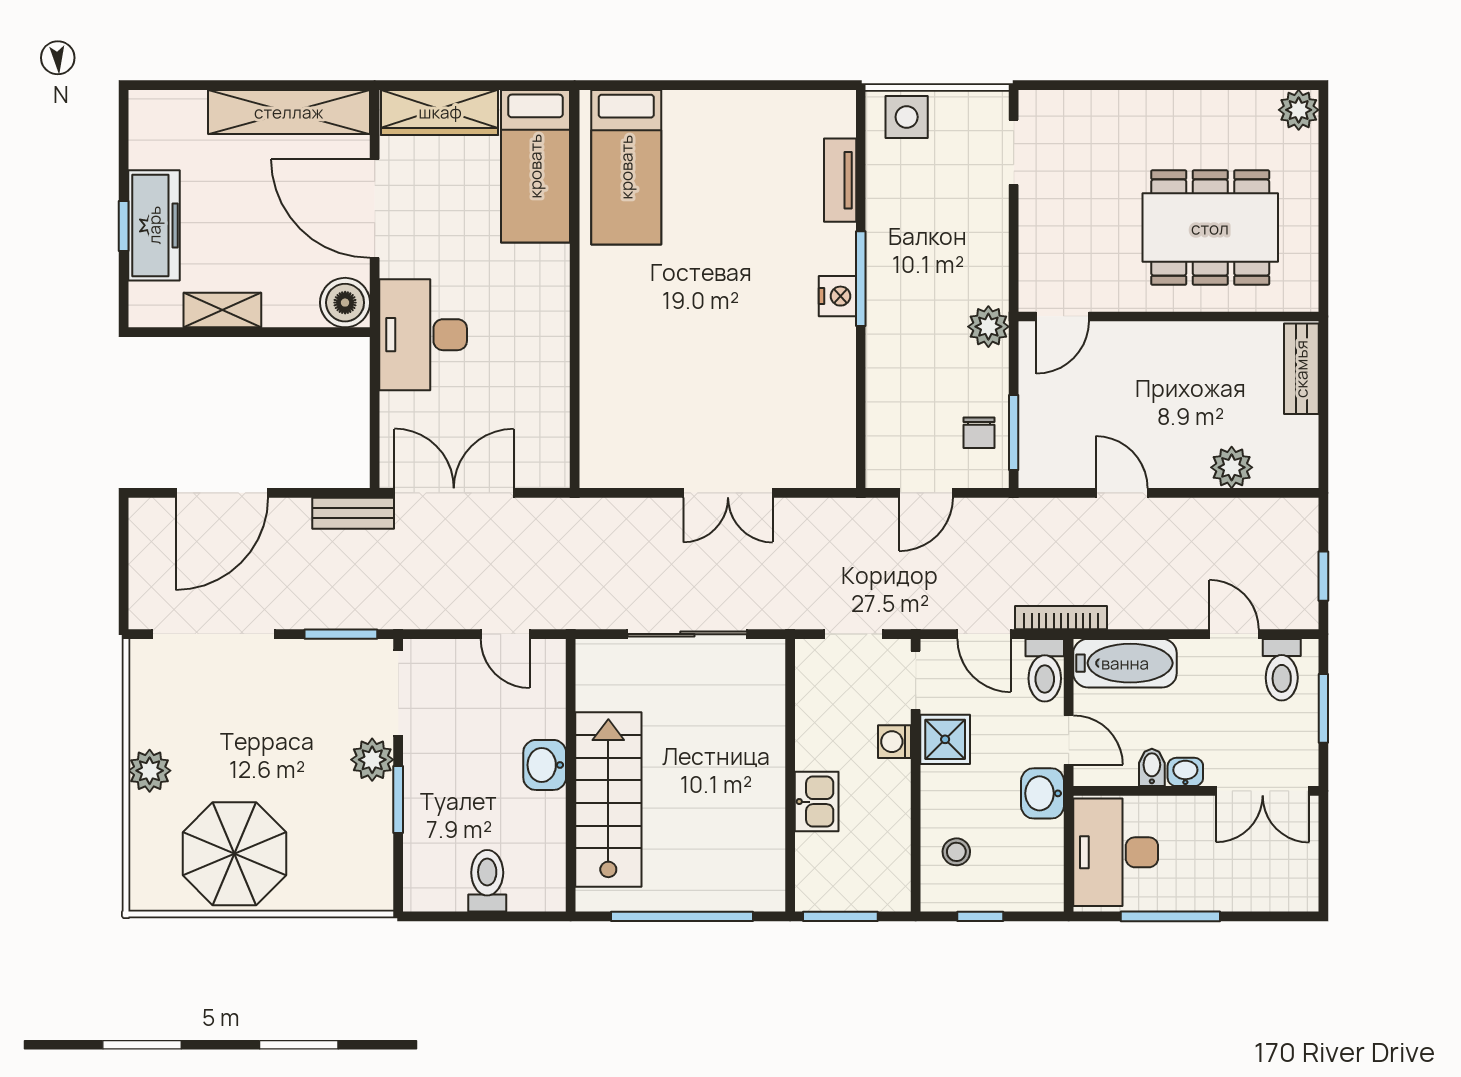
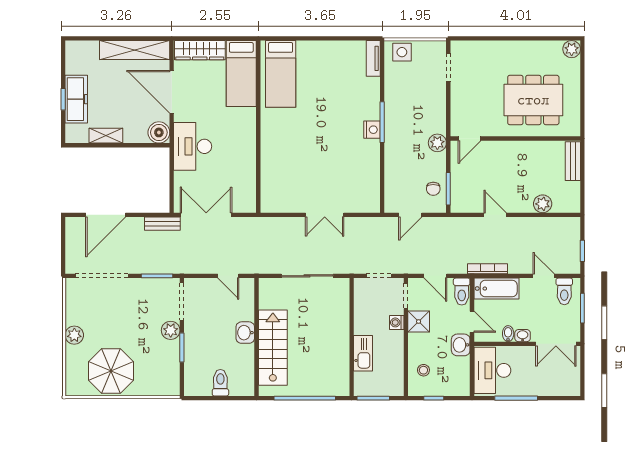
tv unit: (840, 180) -> (373, 58), moved
bookcase: (1061, 618) -> (487, 269), moved
kitchen sink: (817, 802) -> (363, 353), width x1.38

